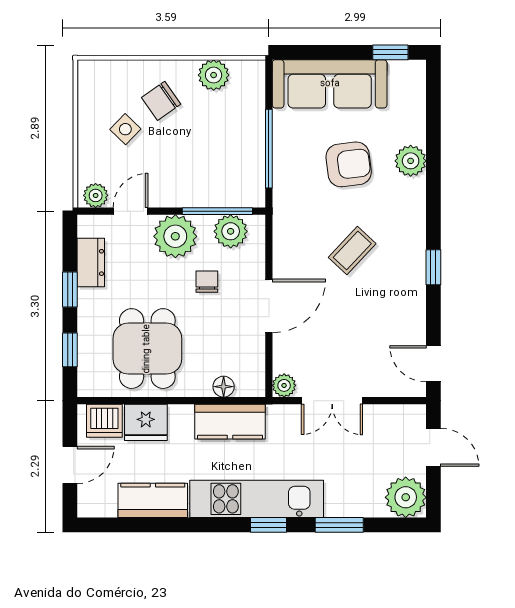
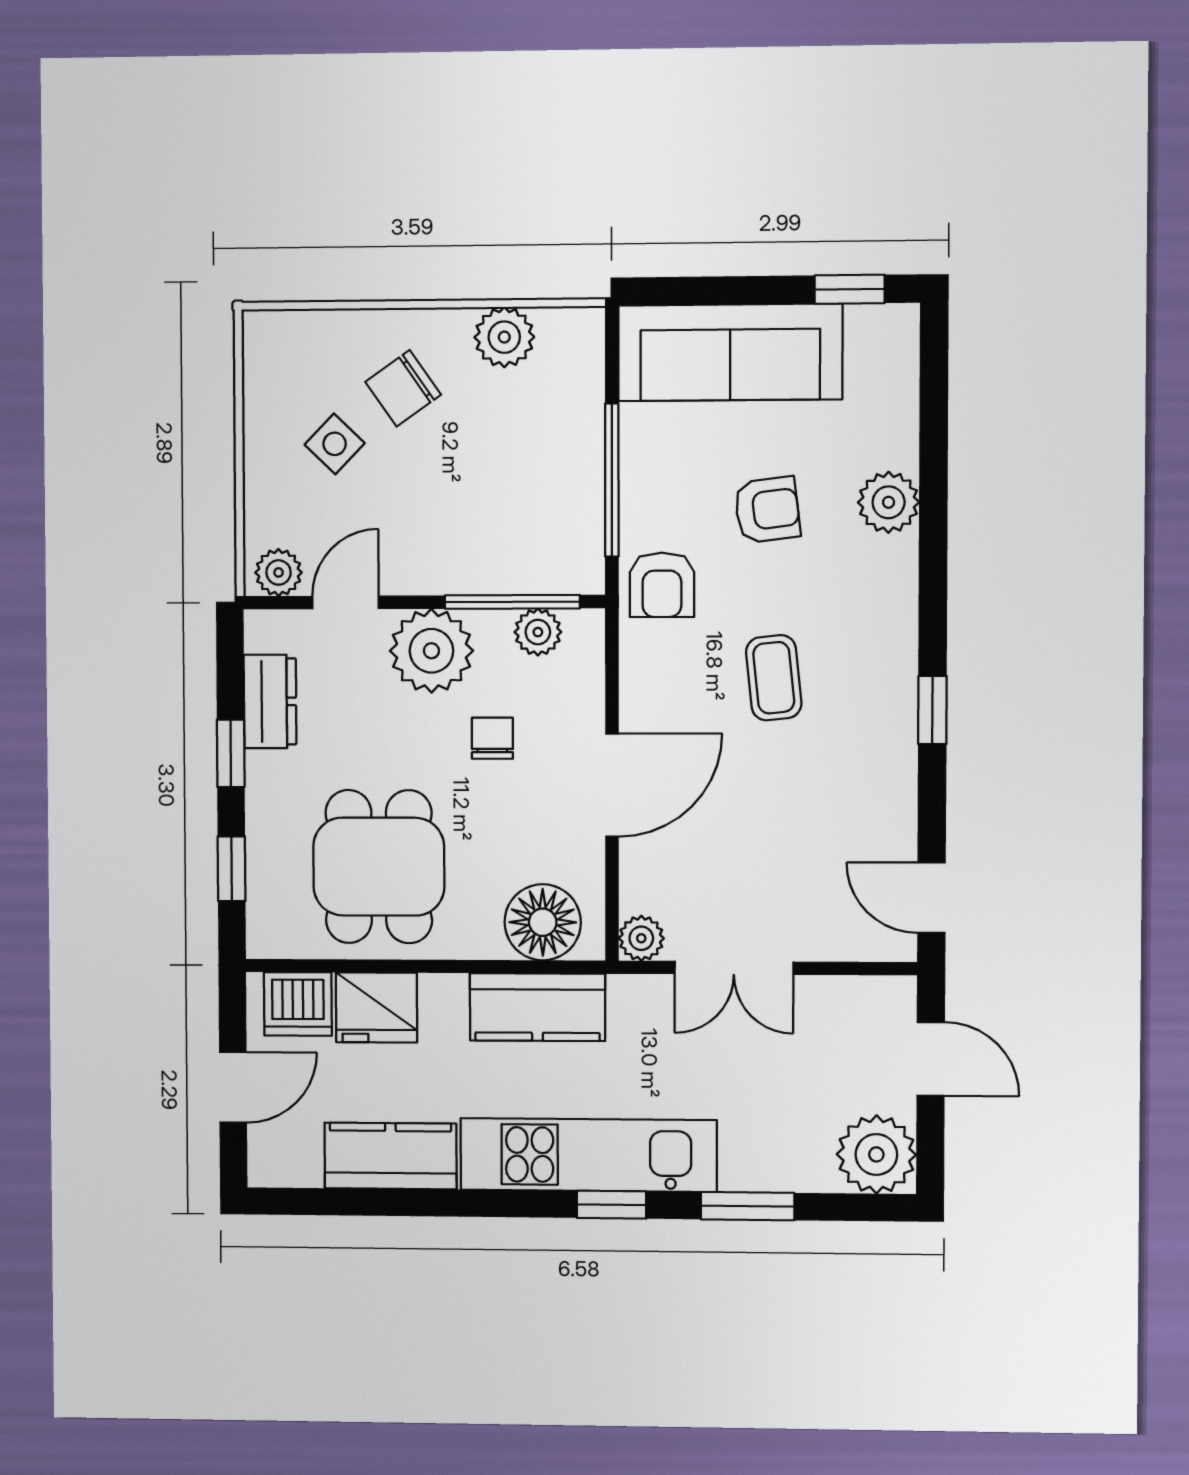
armchair: (349, 164) -> (767, 510), width x0.72, depth x0.72
armchair: (295, 203) -> (662, 585), added
plant: (231, 231) -> (538, 632), width x0.73, depth x0.73
coffee table: (352, 251) -> (774, 678), turned -49
floor lamp: (224, 387) -> (543, 922), width x1.89, depth x1.89

